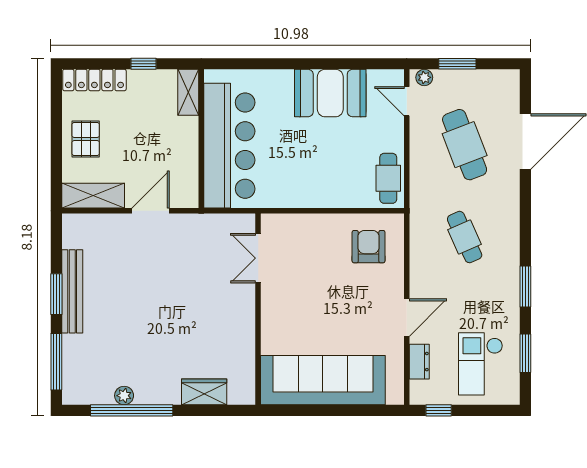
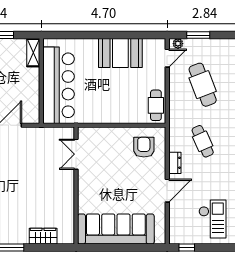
door: (407, 101) -> (167, 58), swing flipped
dresser: (419, 362) -> (175, 163), moved
checkout: (481, 364) -> (212, 219), turned 180

